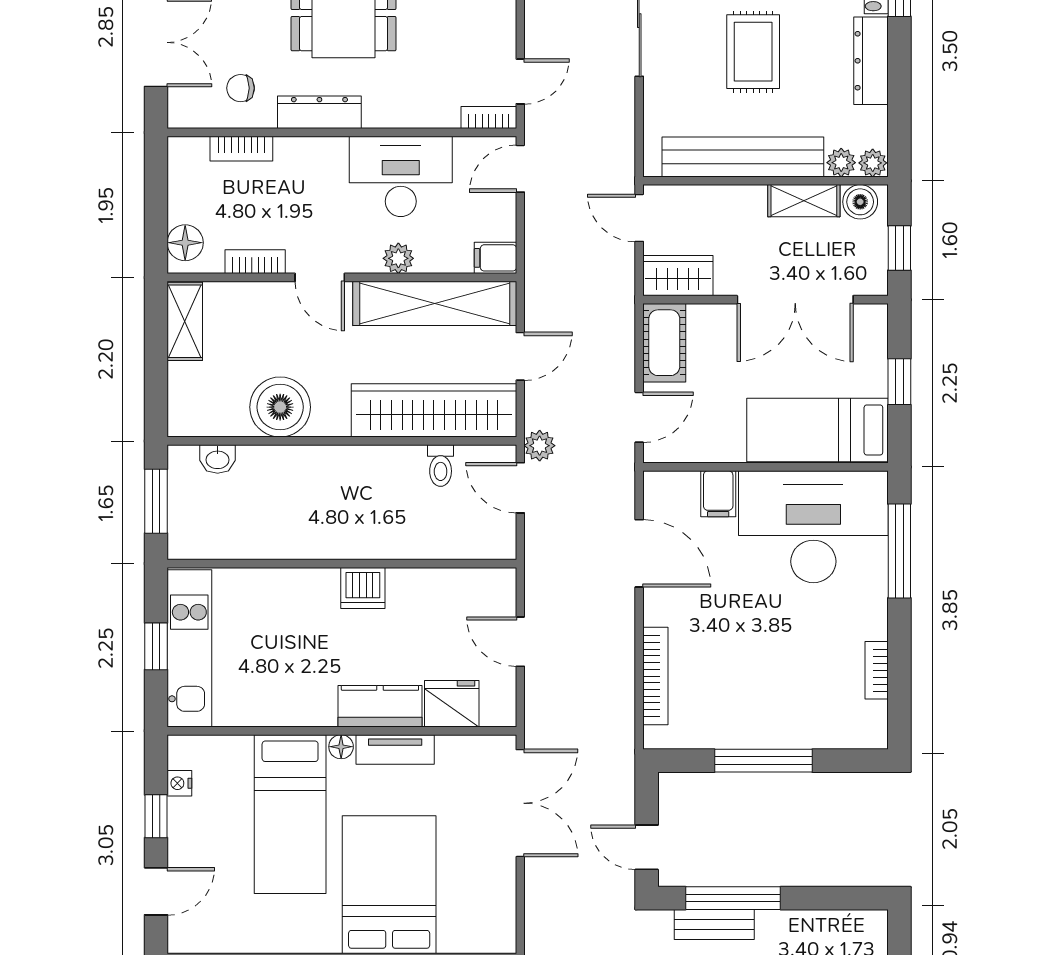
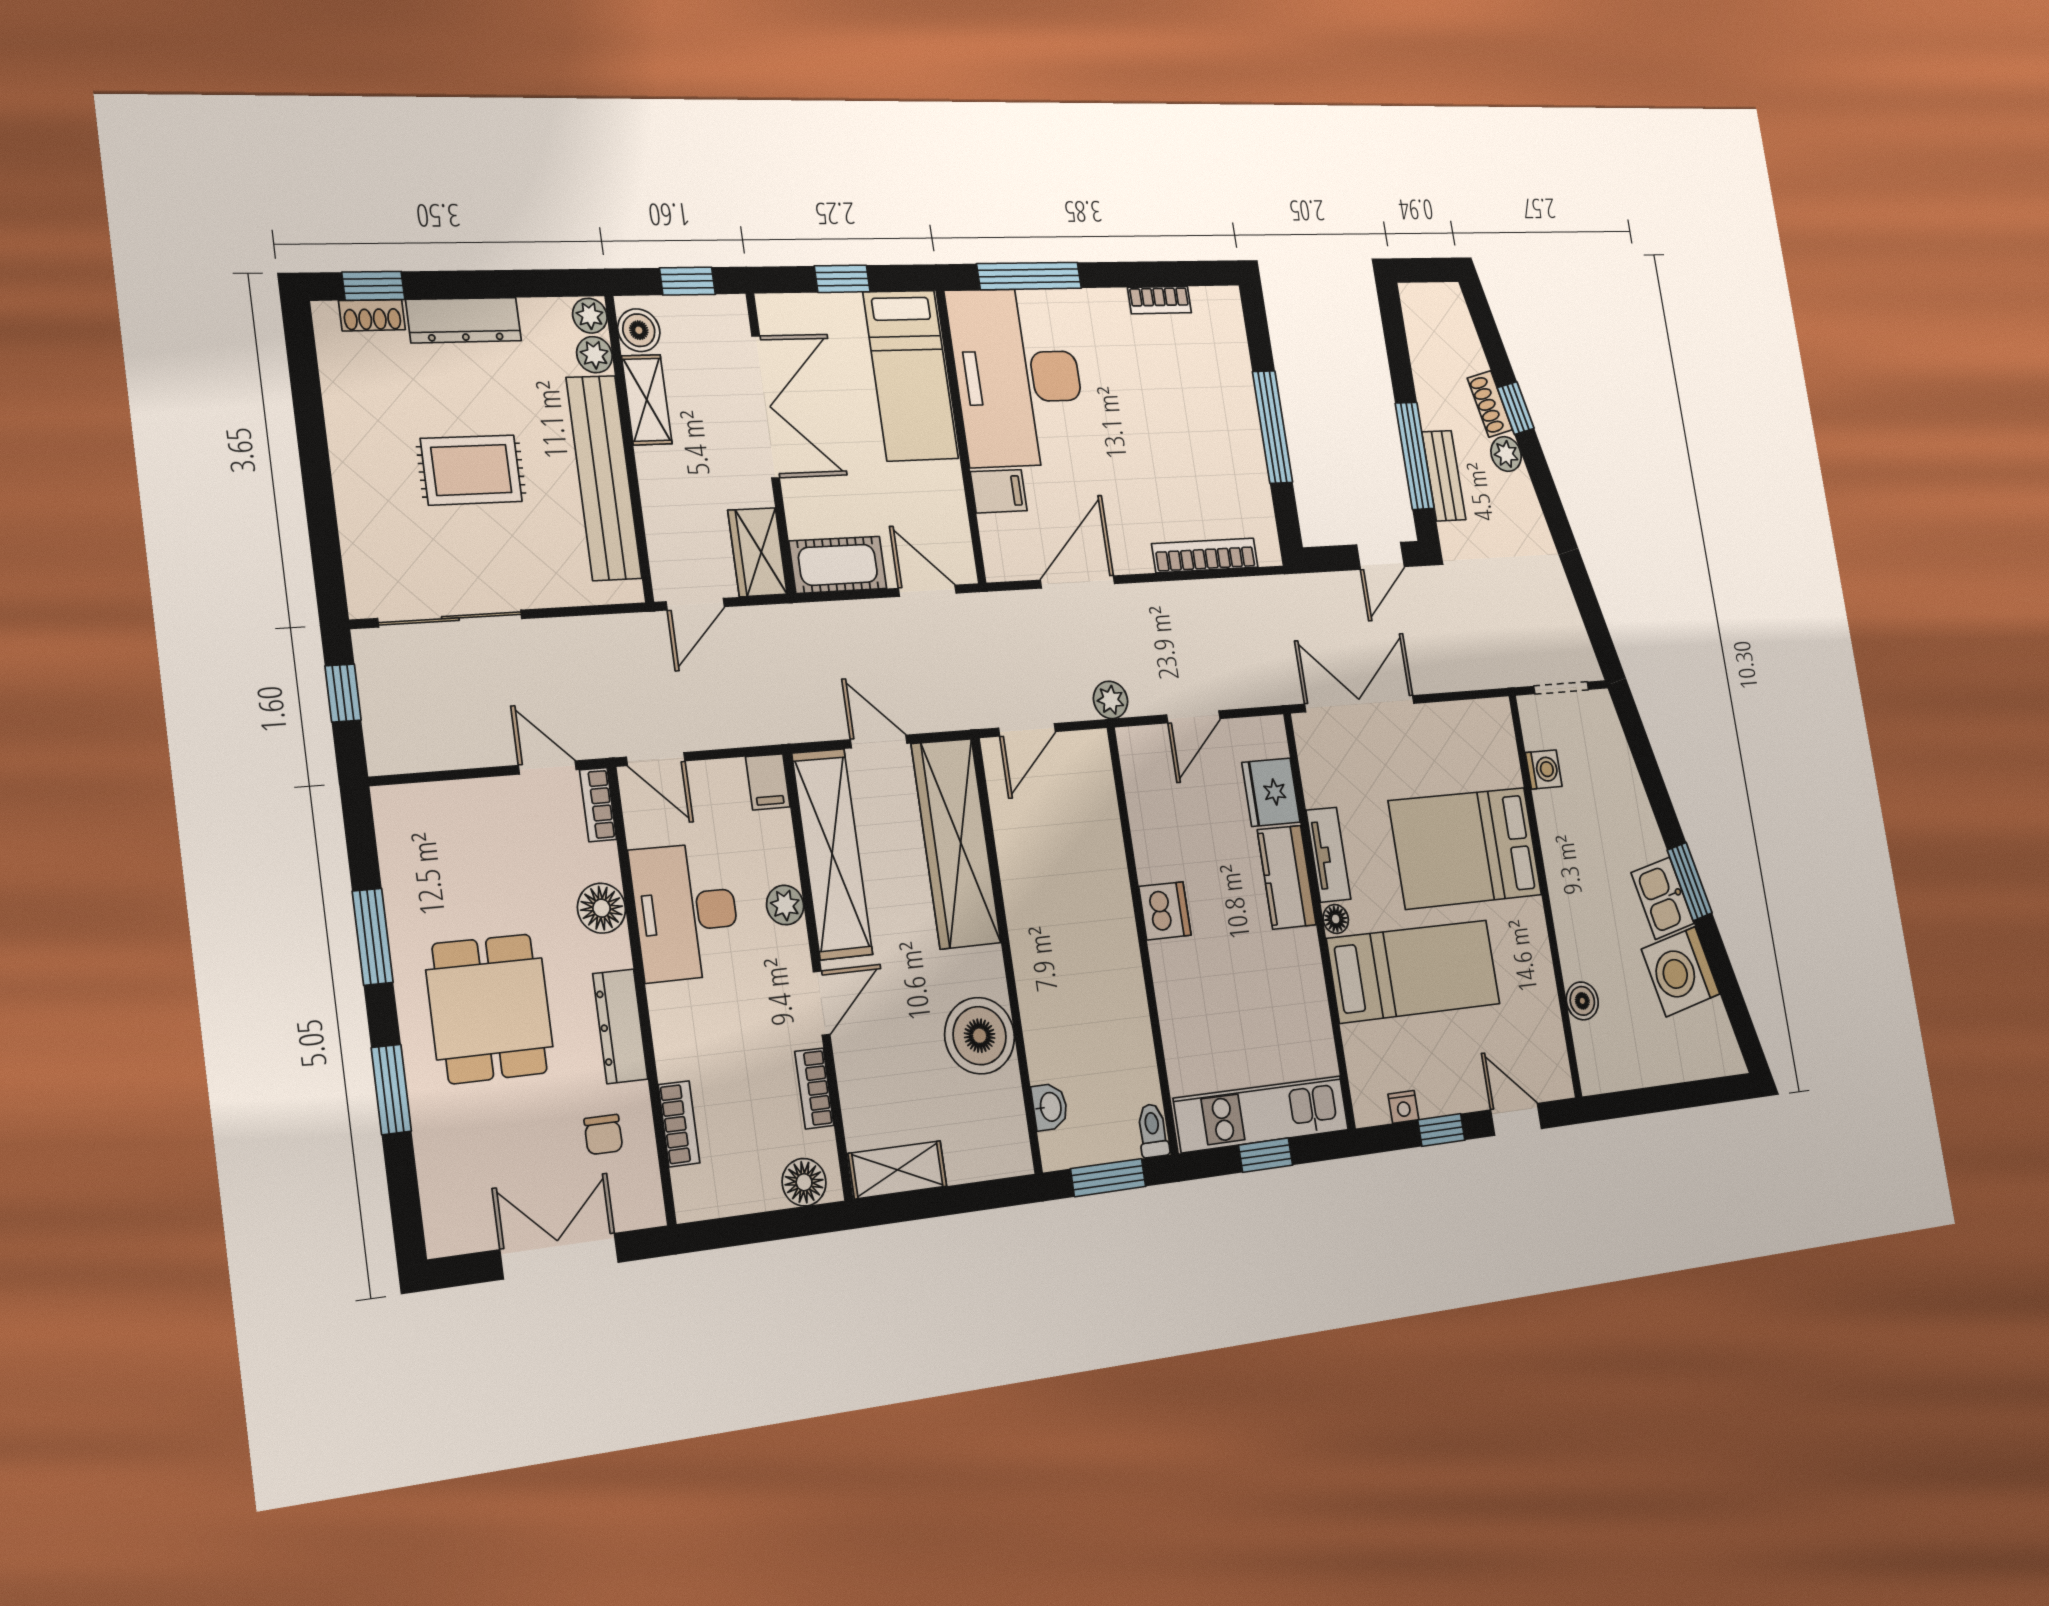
floor lamp: (410, 110) -> (602, 908), added
plant: (540, 446) -> (1111, 700), moved
toilet: (441, 466) -> (1153, 1131), moved, turned -90

